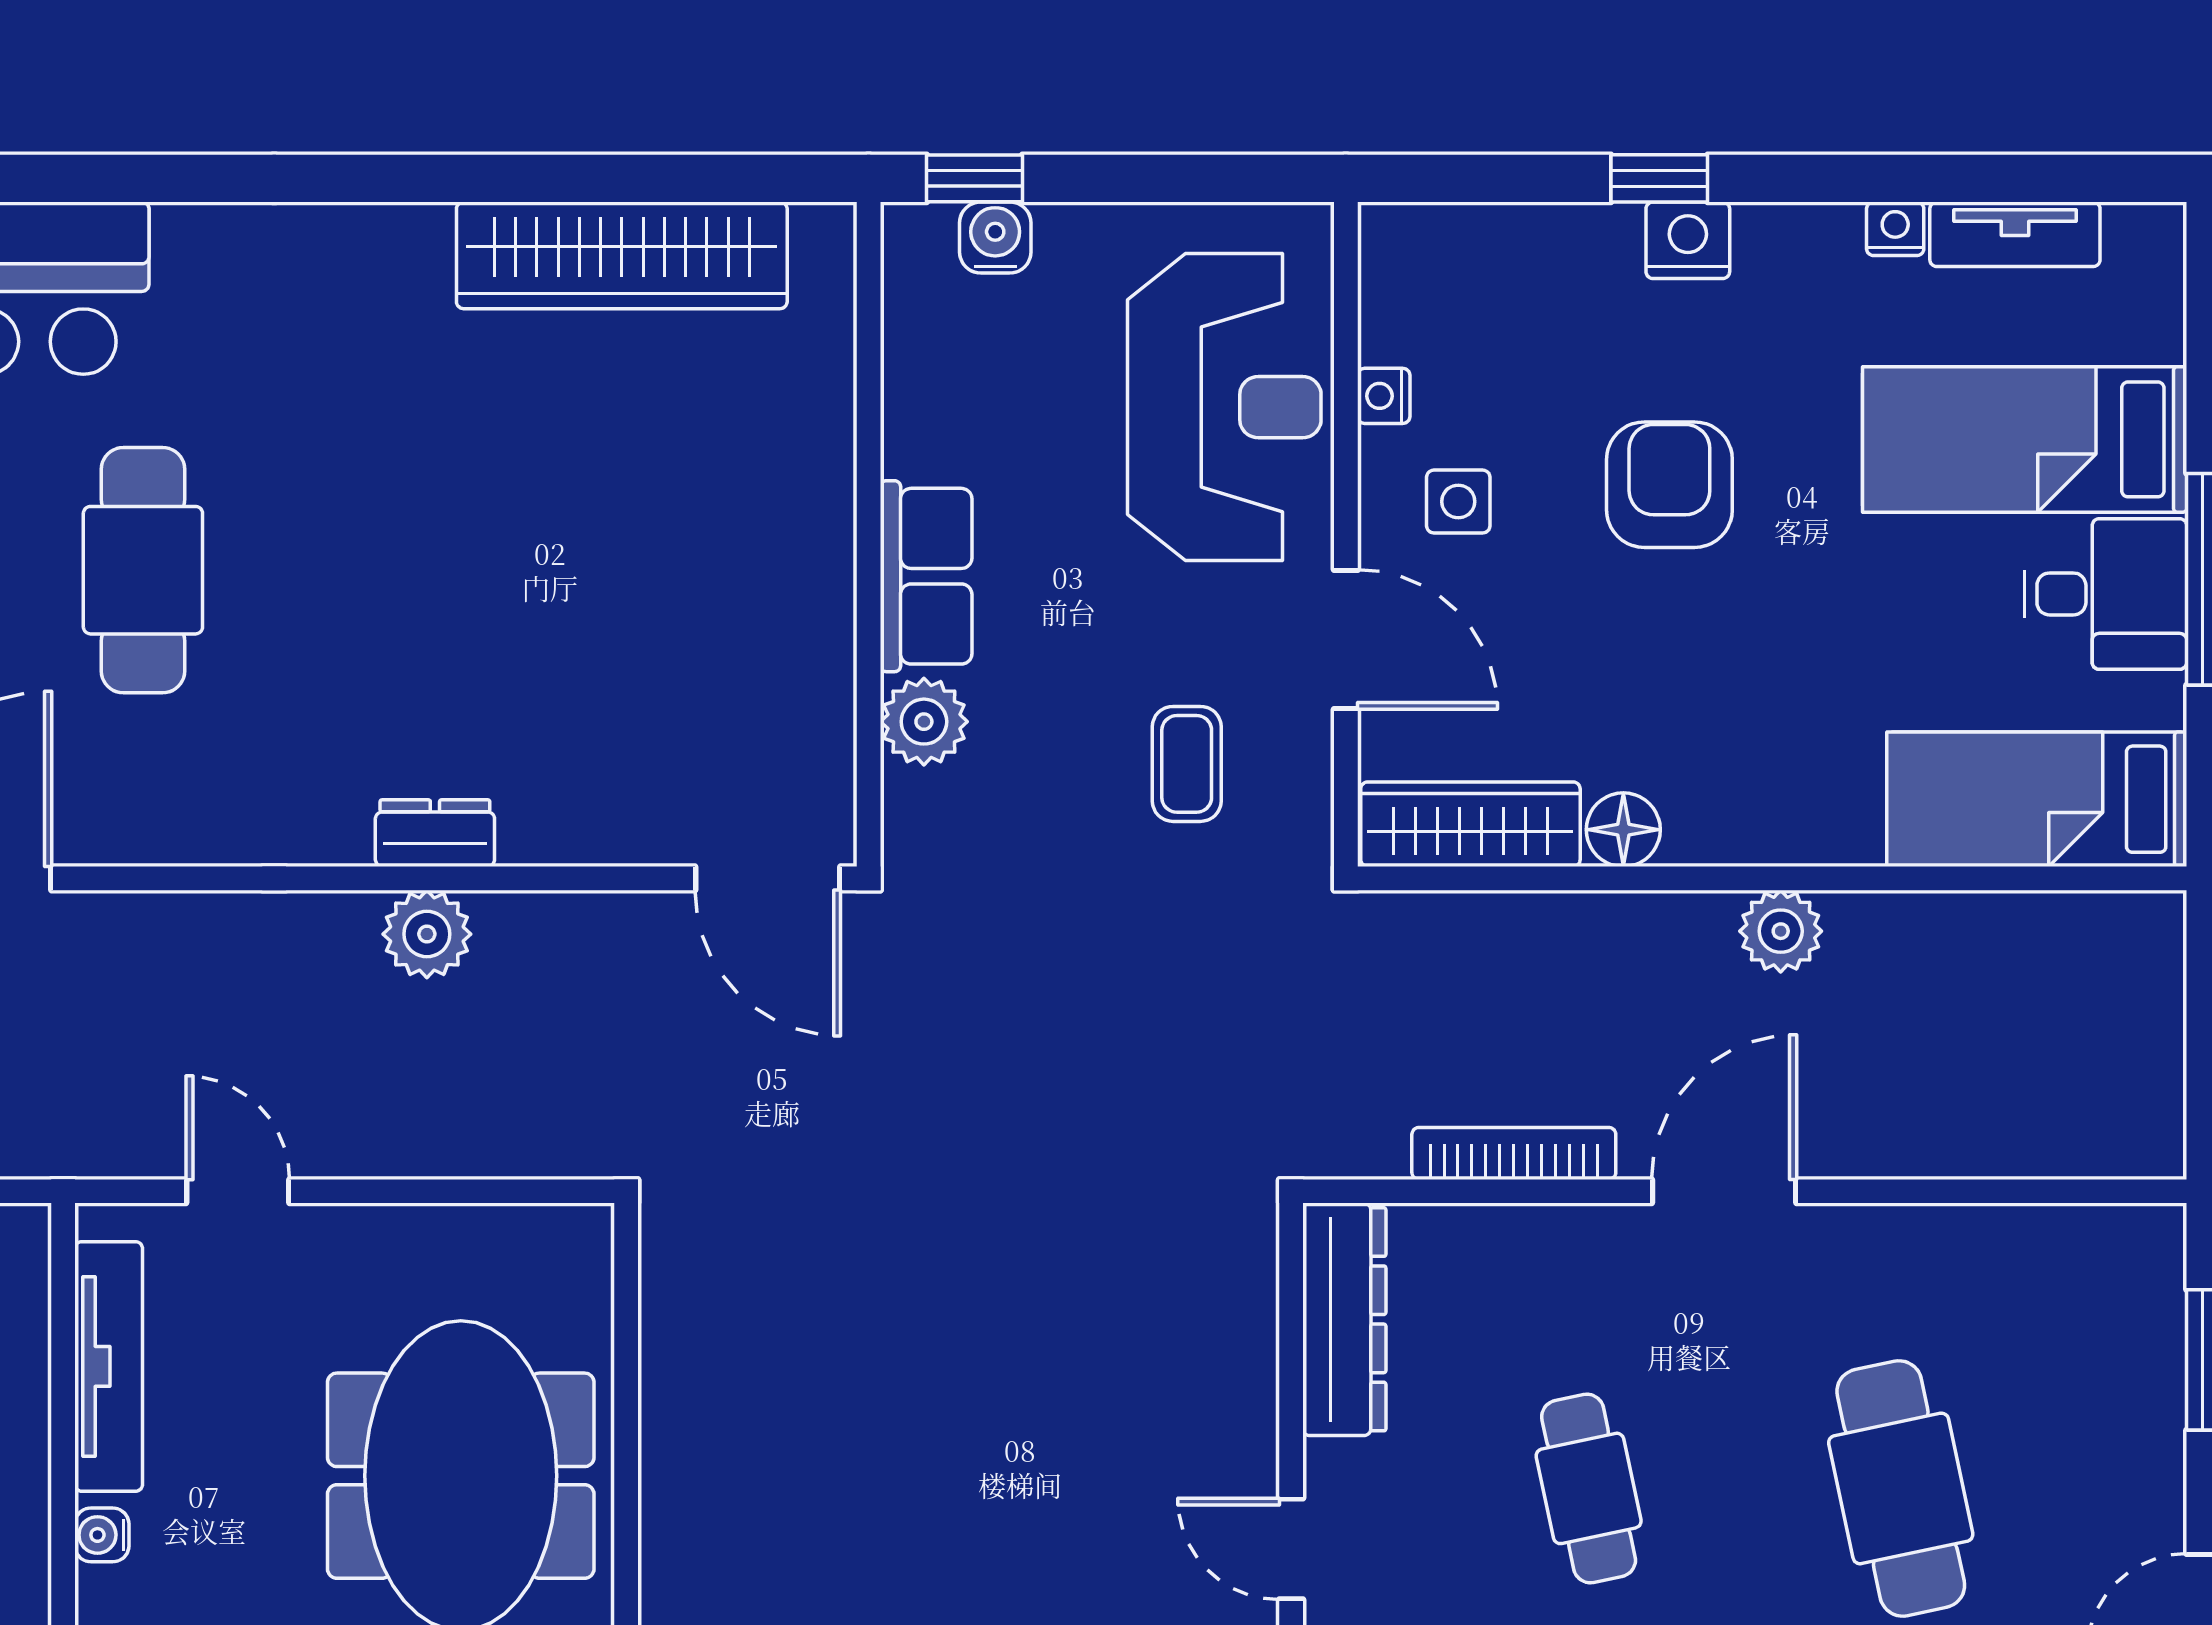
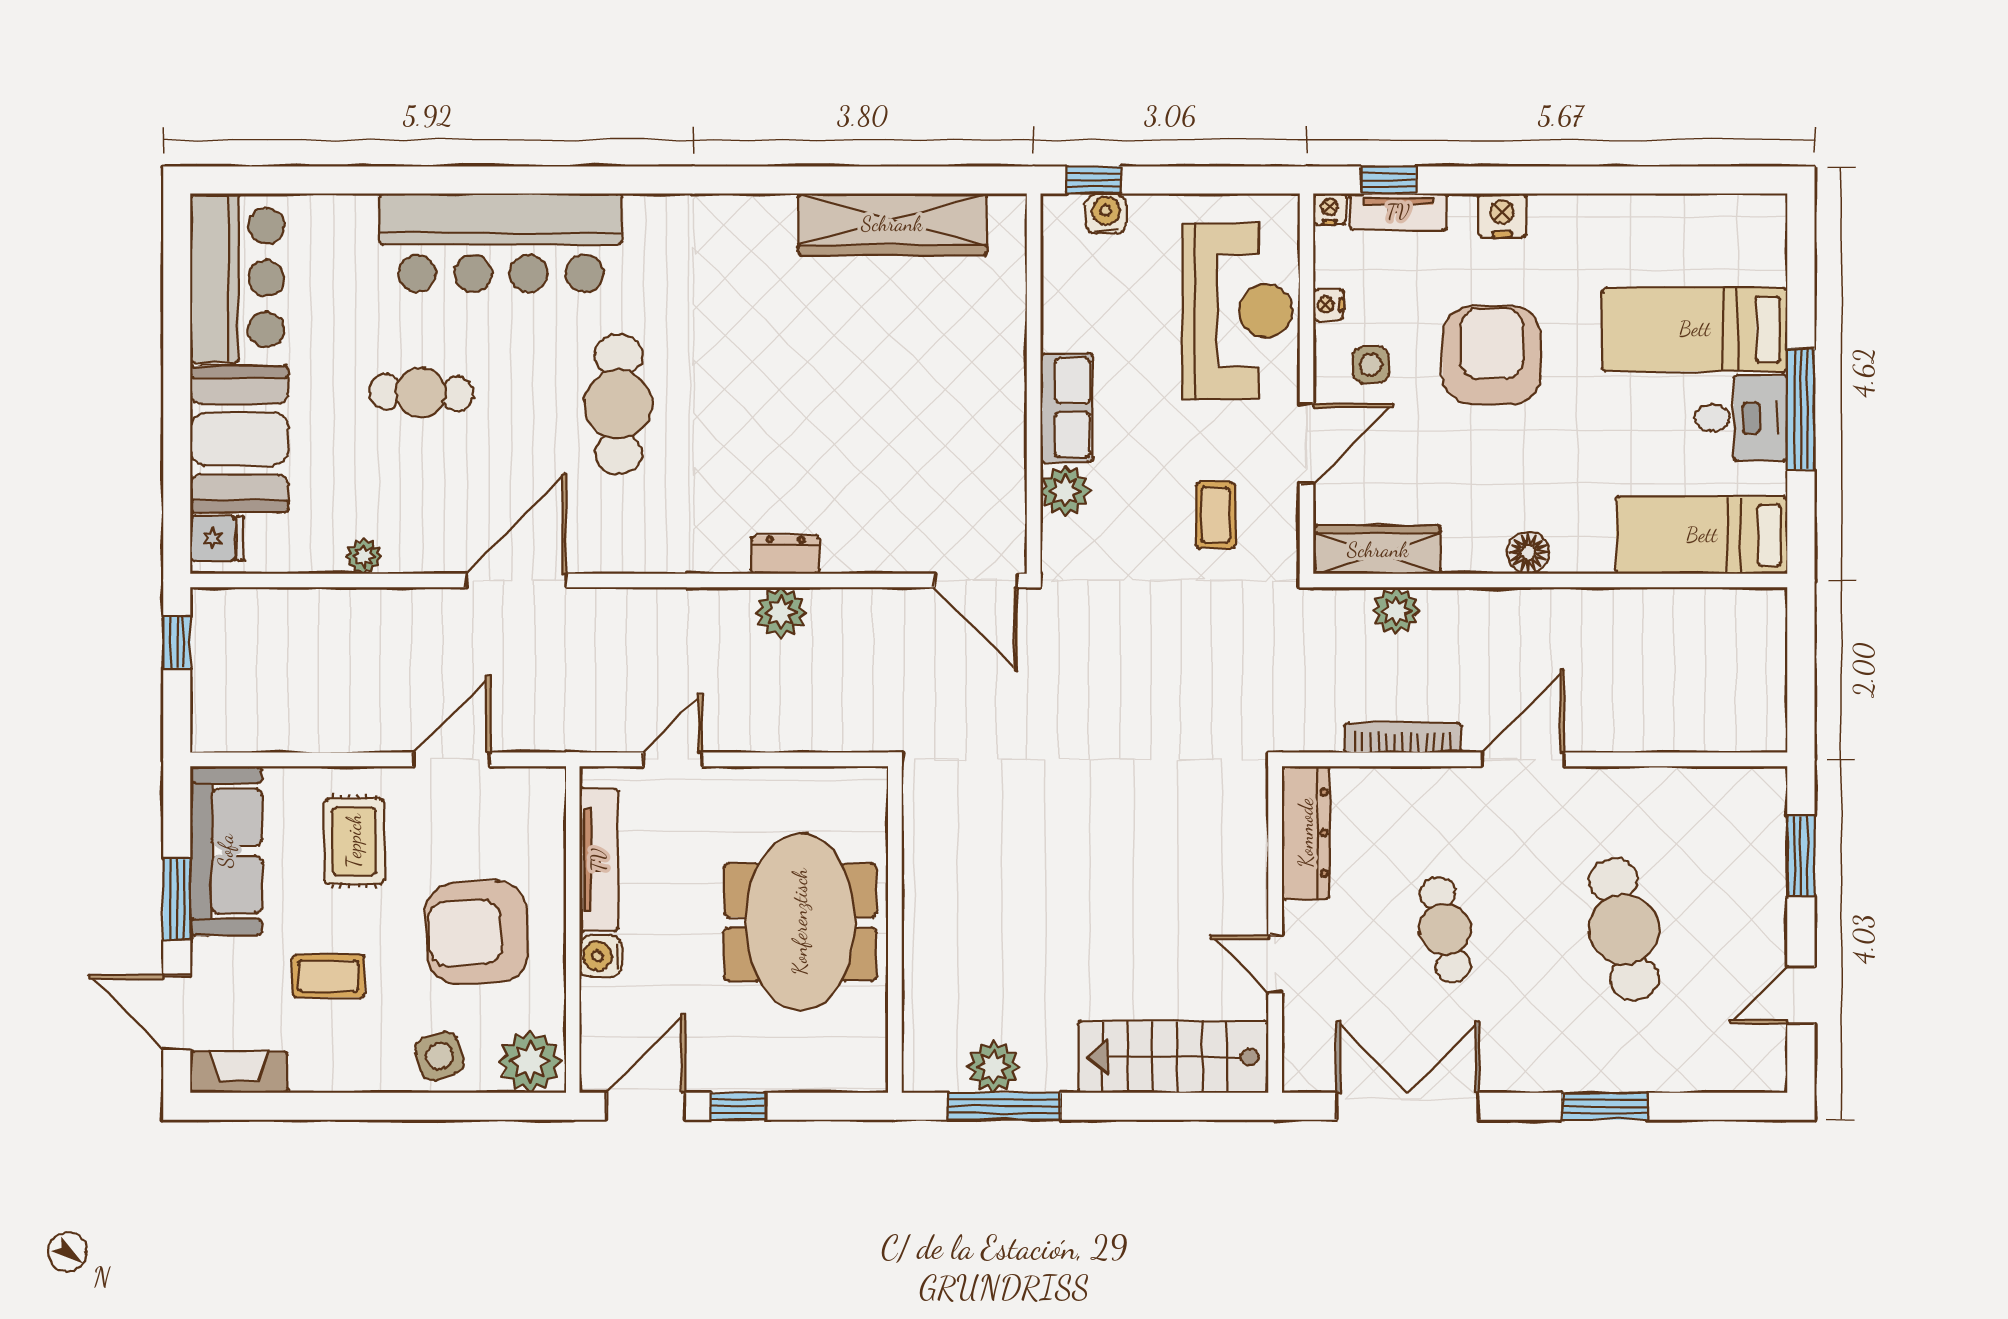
window: (1659, 178) -> (1389, 180), moved
nightstand: (1895, 229) -> (1330, 209), moved
tv unit: (2015, 234) -> (1398, 212), moved
armchair: (1669, 485) -> (1492, 355), width x1.36, depth x1.36
door: (1346, 639) -> (1307, 444), hinge flipped
floor lamp: (1623, 830) -> (1528, 553), moved
plant: (1781, 931) -> (1396, 611), moved
door: (238, 1191) -> (673, 759), hinge flipped
water cooler: (102, 1535) -> (601, 956), width x1.38, depth x1.38

